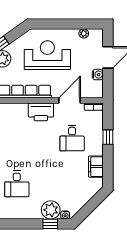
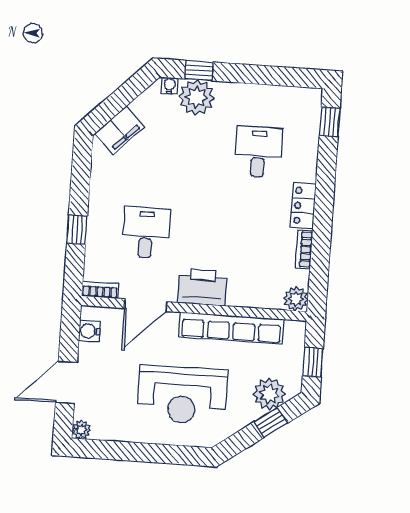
plant: (84, 33) -> (81, 430), moved
water cooler: (98, 75) -> (89, 331), moved
filing cabinet: (96, 167) -> (120, 130), moved, turned 45

